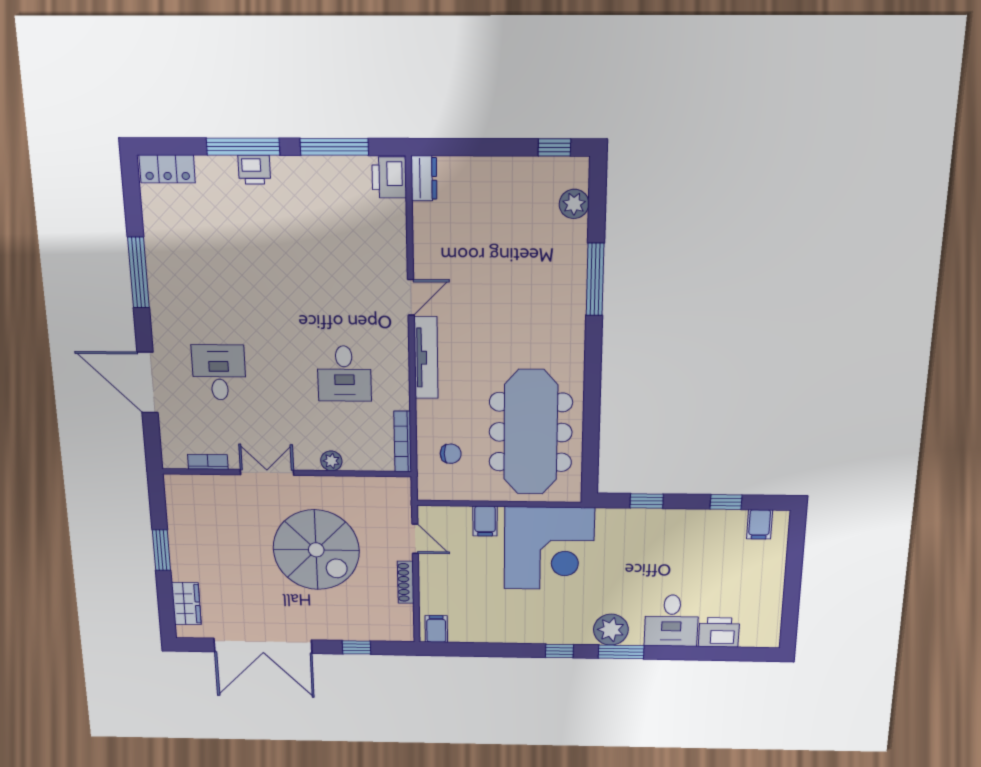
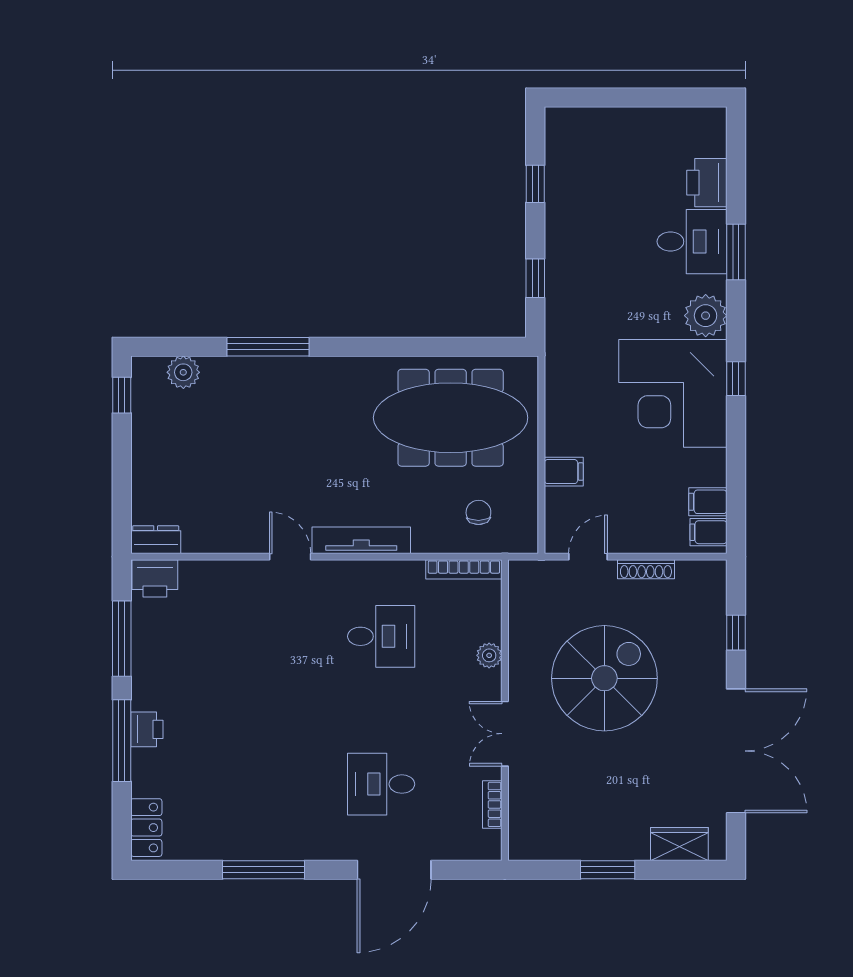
filing cabinet: (759, 524) -> (708, 502), moved, turned 180
corner desk: (549, 549) -> (673, 393), moved, turned 180
window: (621, 652) -> (736, 252), moved

